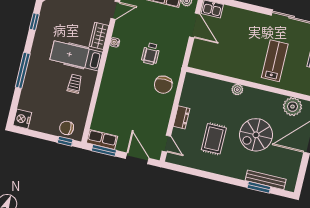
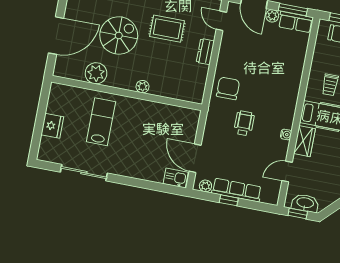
lab bench: (275, 61) -> (101, 122), turned 180
plant: (293, 107) -> (96, 73), moved
rug: (214, 139) -> (167, 29), turned 90
plant: (122, 146) -> (272, 16), added

